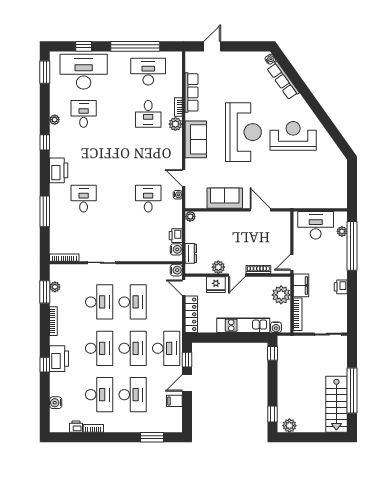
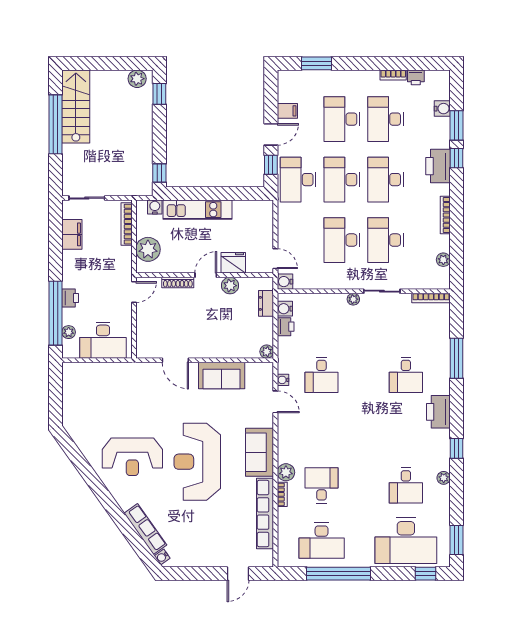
window: (84, 46) -> (426, 574), moved
row of seats: (191, 92) -> (265, 514), width x1.36
plant: (124, 257) -> (353, 299), added
filing cabinet: (301, 285) -> (72, 234), moved, turned 180
printer: (341, 287) -> (70, 298), moved
window: (45, 292) -> (457, 125), moved
locker: (191, 314) -> (265, 224), removed

